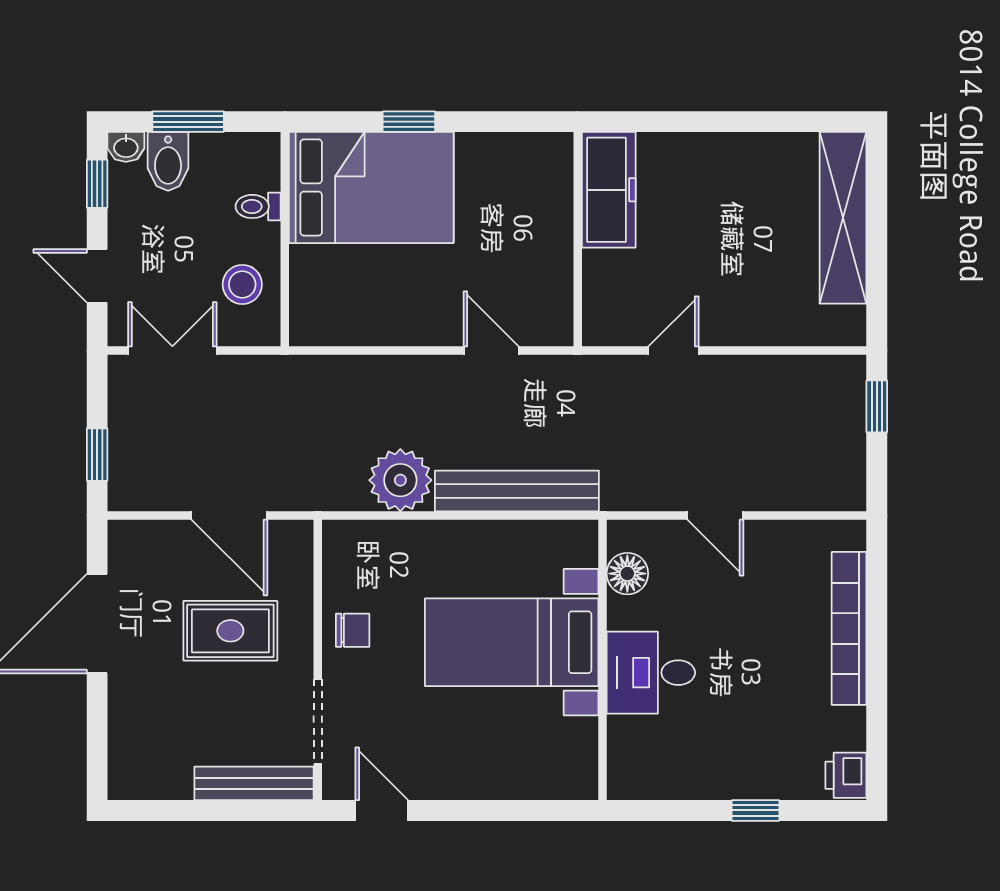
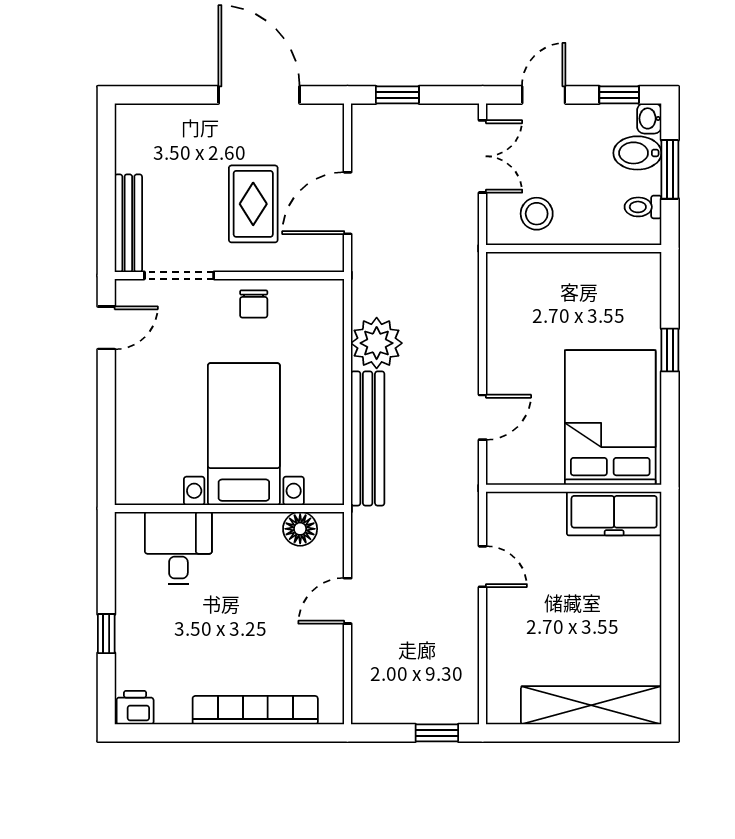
bed: (371, 187) -> (610, 417), moved, turned 180
toilet: (258, 206) -> (643, 207), moved, turned -90
desk: (651, 673) -> (178, 548), moved

